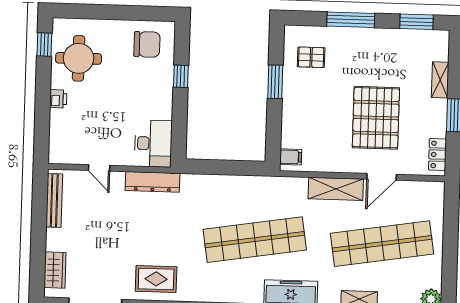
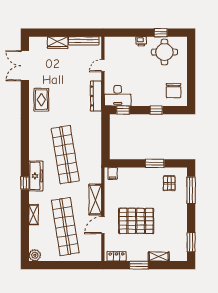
window: (351, 20) -> (191, 190), moved
window: (44, 45) -> (161, 33), moved
window: (179, 135) -> (123, 110), added
door: (382, 177) -> (103, 225), hinge flipped
wardrobe: (55, 270) -> (58, 42), moved

